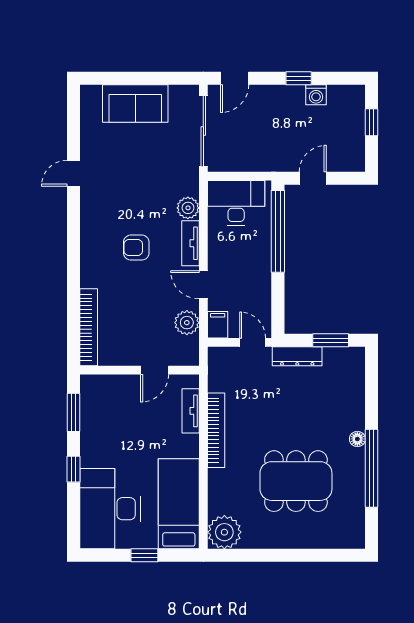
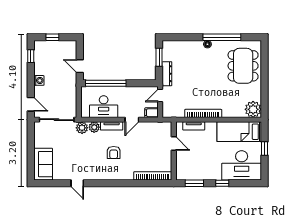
window: (299, 78) -> (31, 56), moved
washing machine: (316, 95) -> (39, 80), moved
sofa: (135, 103) -> (43, 164), moved
desk: (236, 203) -> (104, 107), moved, turned -90
plant: (187, 323) -> (82, 128), moved
dining table: (296, 481) -> (243, 66), moved

